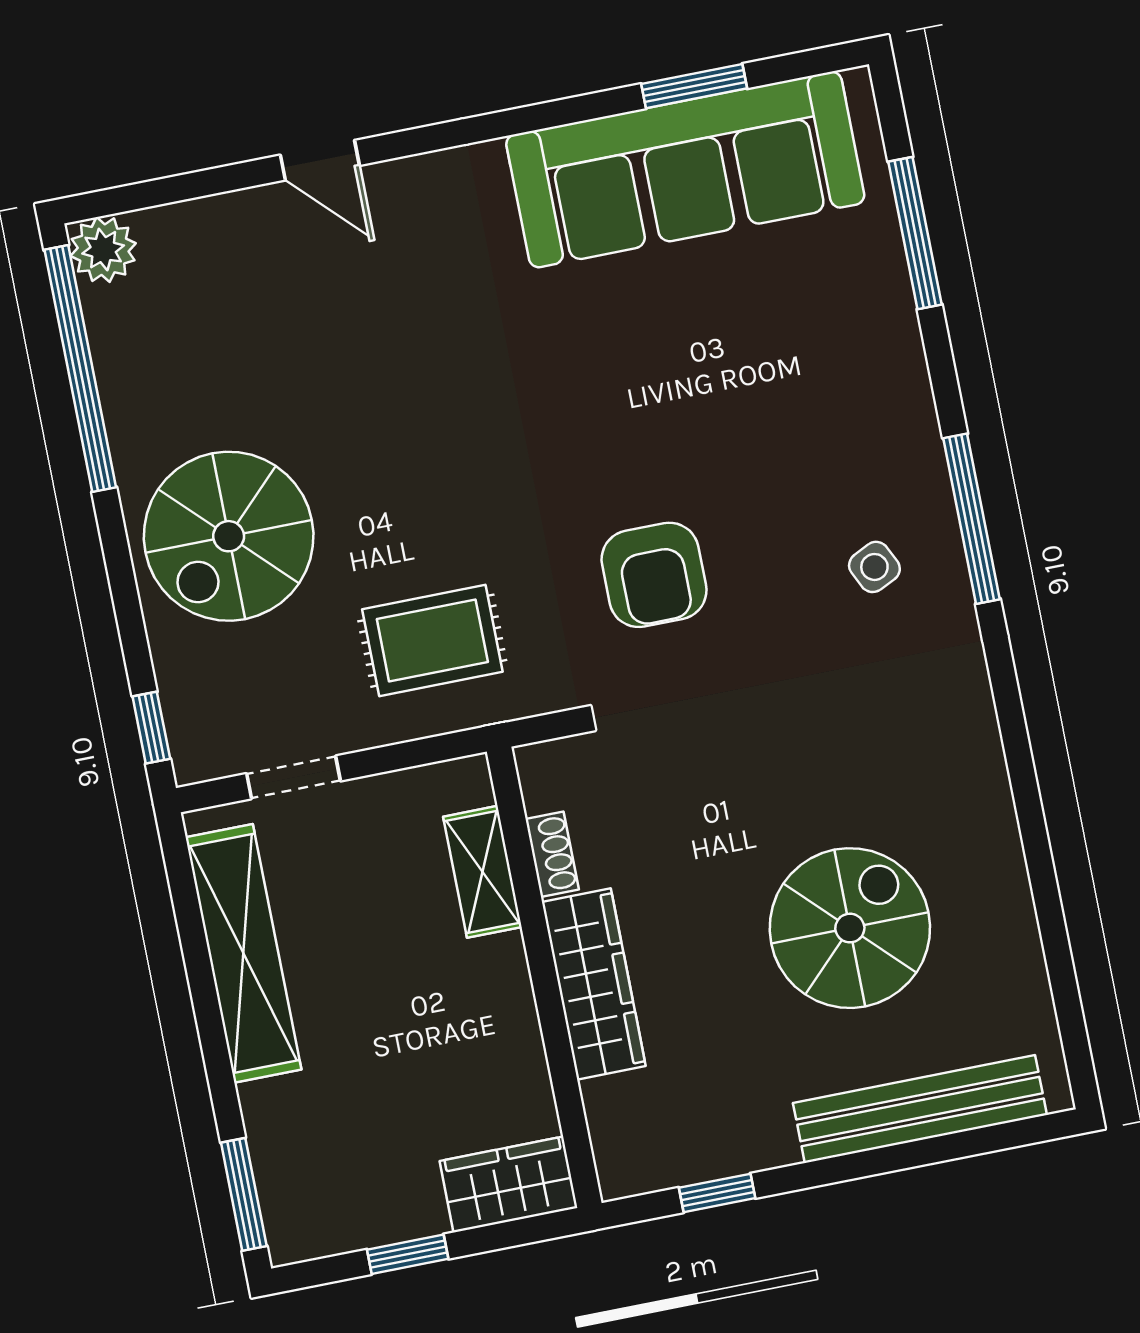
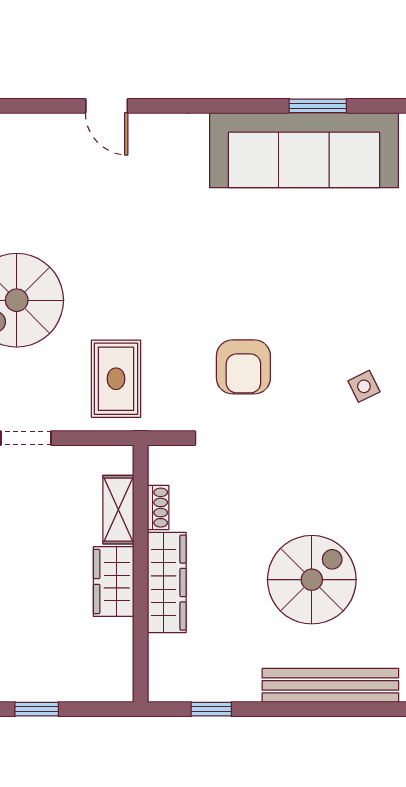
rug: (432, 641) -> (116, 379), turned 90
wardrobe: (508, 1184) -> (114, 582), moved, turned -90

